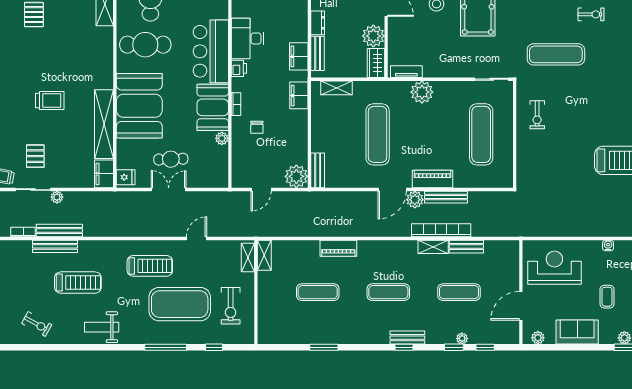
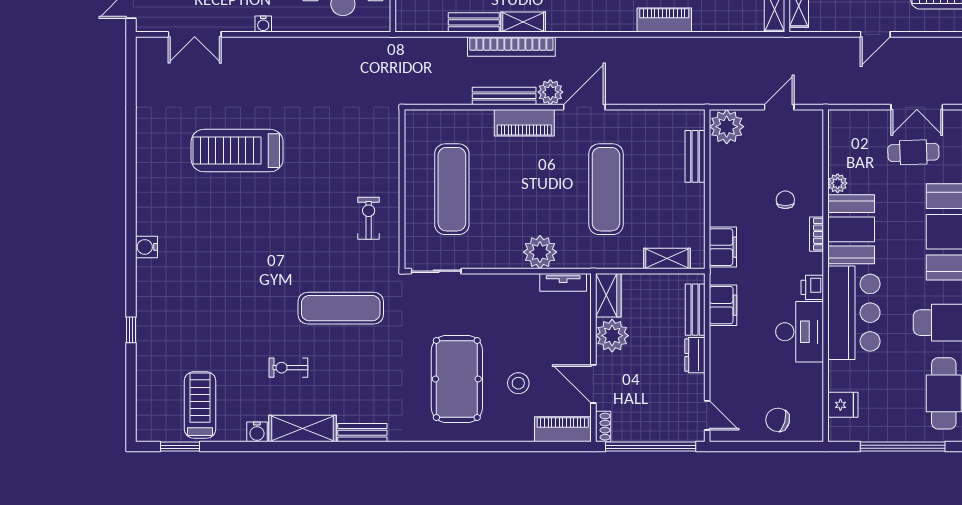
bench: (318, 170) -> (695, 156), moved

